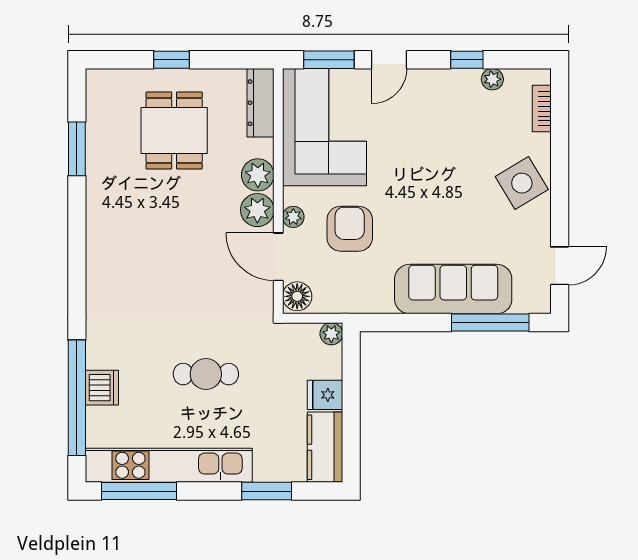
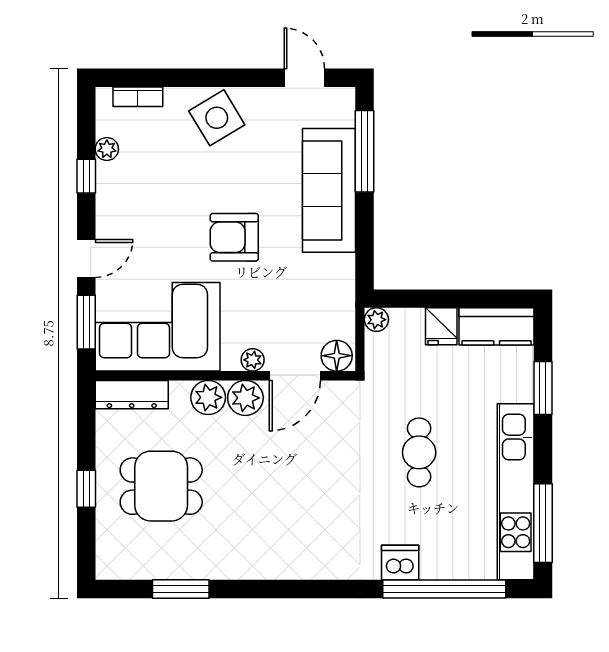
door: (389, 60) -> (86, 258), hinge flipped
armchair: (350, 229) -> (234, 237), moved
dishwasher: (102, 388) -> (400, 563), moved

